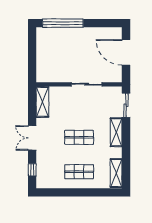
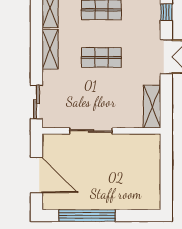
window: (63, 23) -> (87, 216), moved
shelving: (116, 132) -> (50, 49), moved

